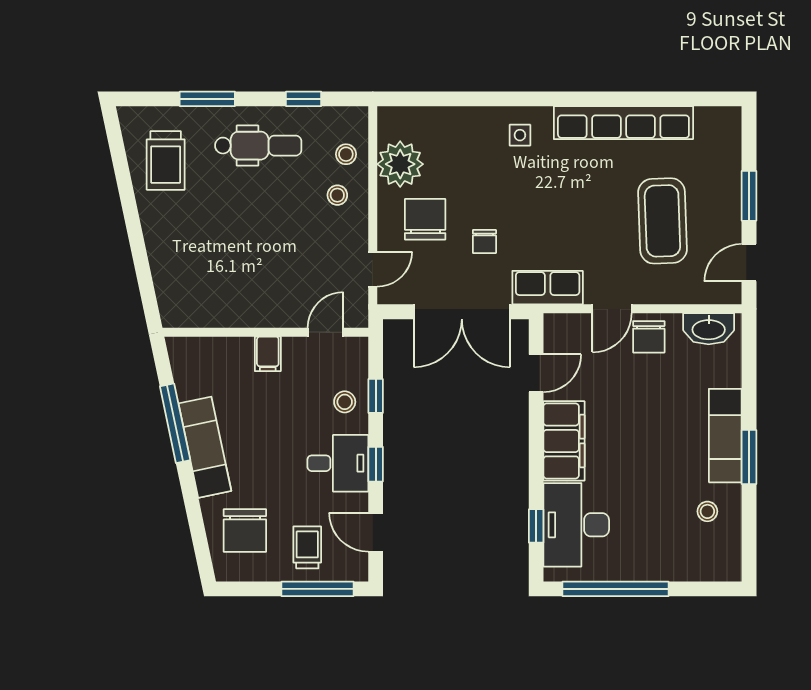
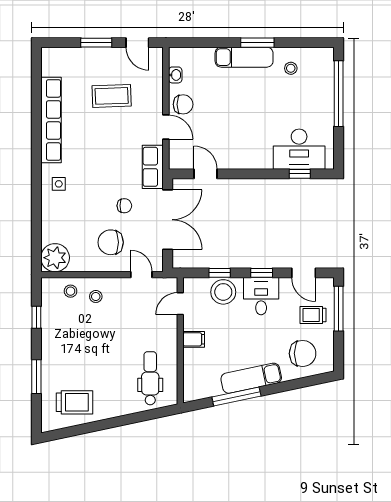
dental chair: (258, 146) -> (150, 378), moved
plant: (400, 164) -> (55, 258), moved
coffee table: (662, 221) -> (112, 96), width x0.73, depth x0.76
washbasin: (709, 329) -> (175, 75), width x0.52, depth x0.69
door: (326, 332) -> (180, 304), hinge flipped
stool: (345, 402) -> (223, 292), width x1.89, depth x1.89
filing cabinet: (564, 441) -> (247, 157), removed
door: (376, 532) -> (304, 273), hinge flipped
window: (616, 589) -> (339, 94), moved

